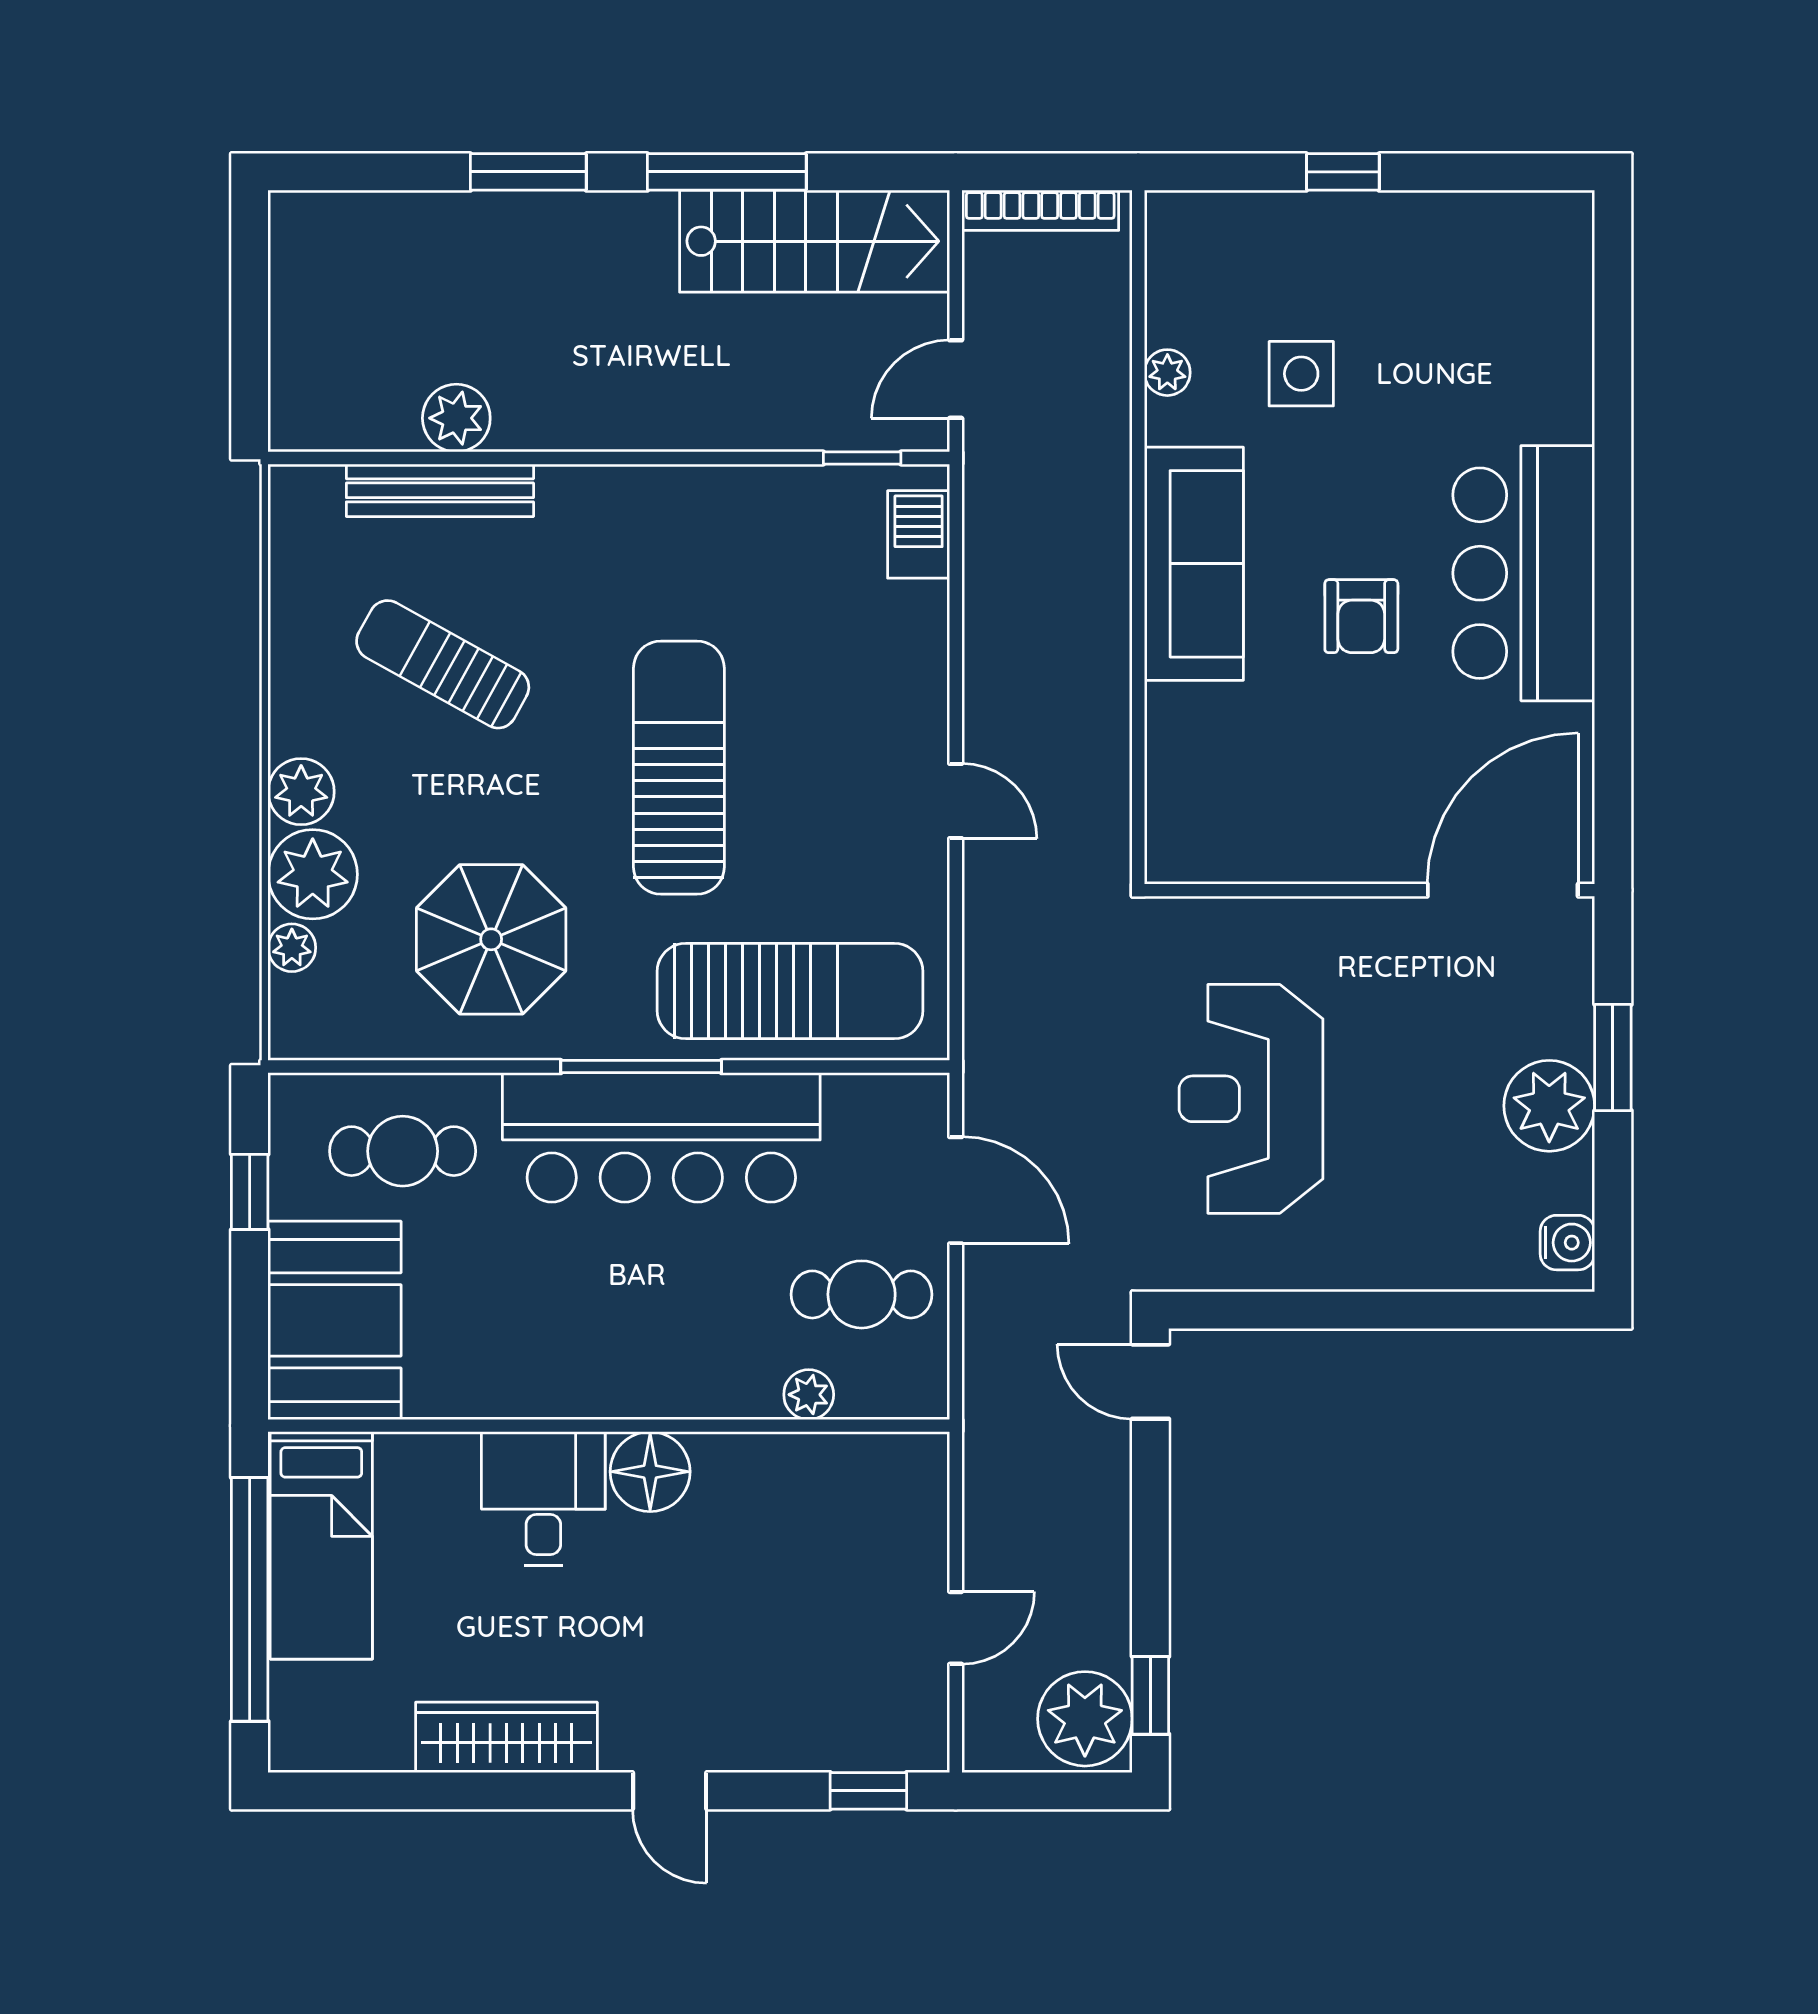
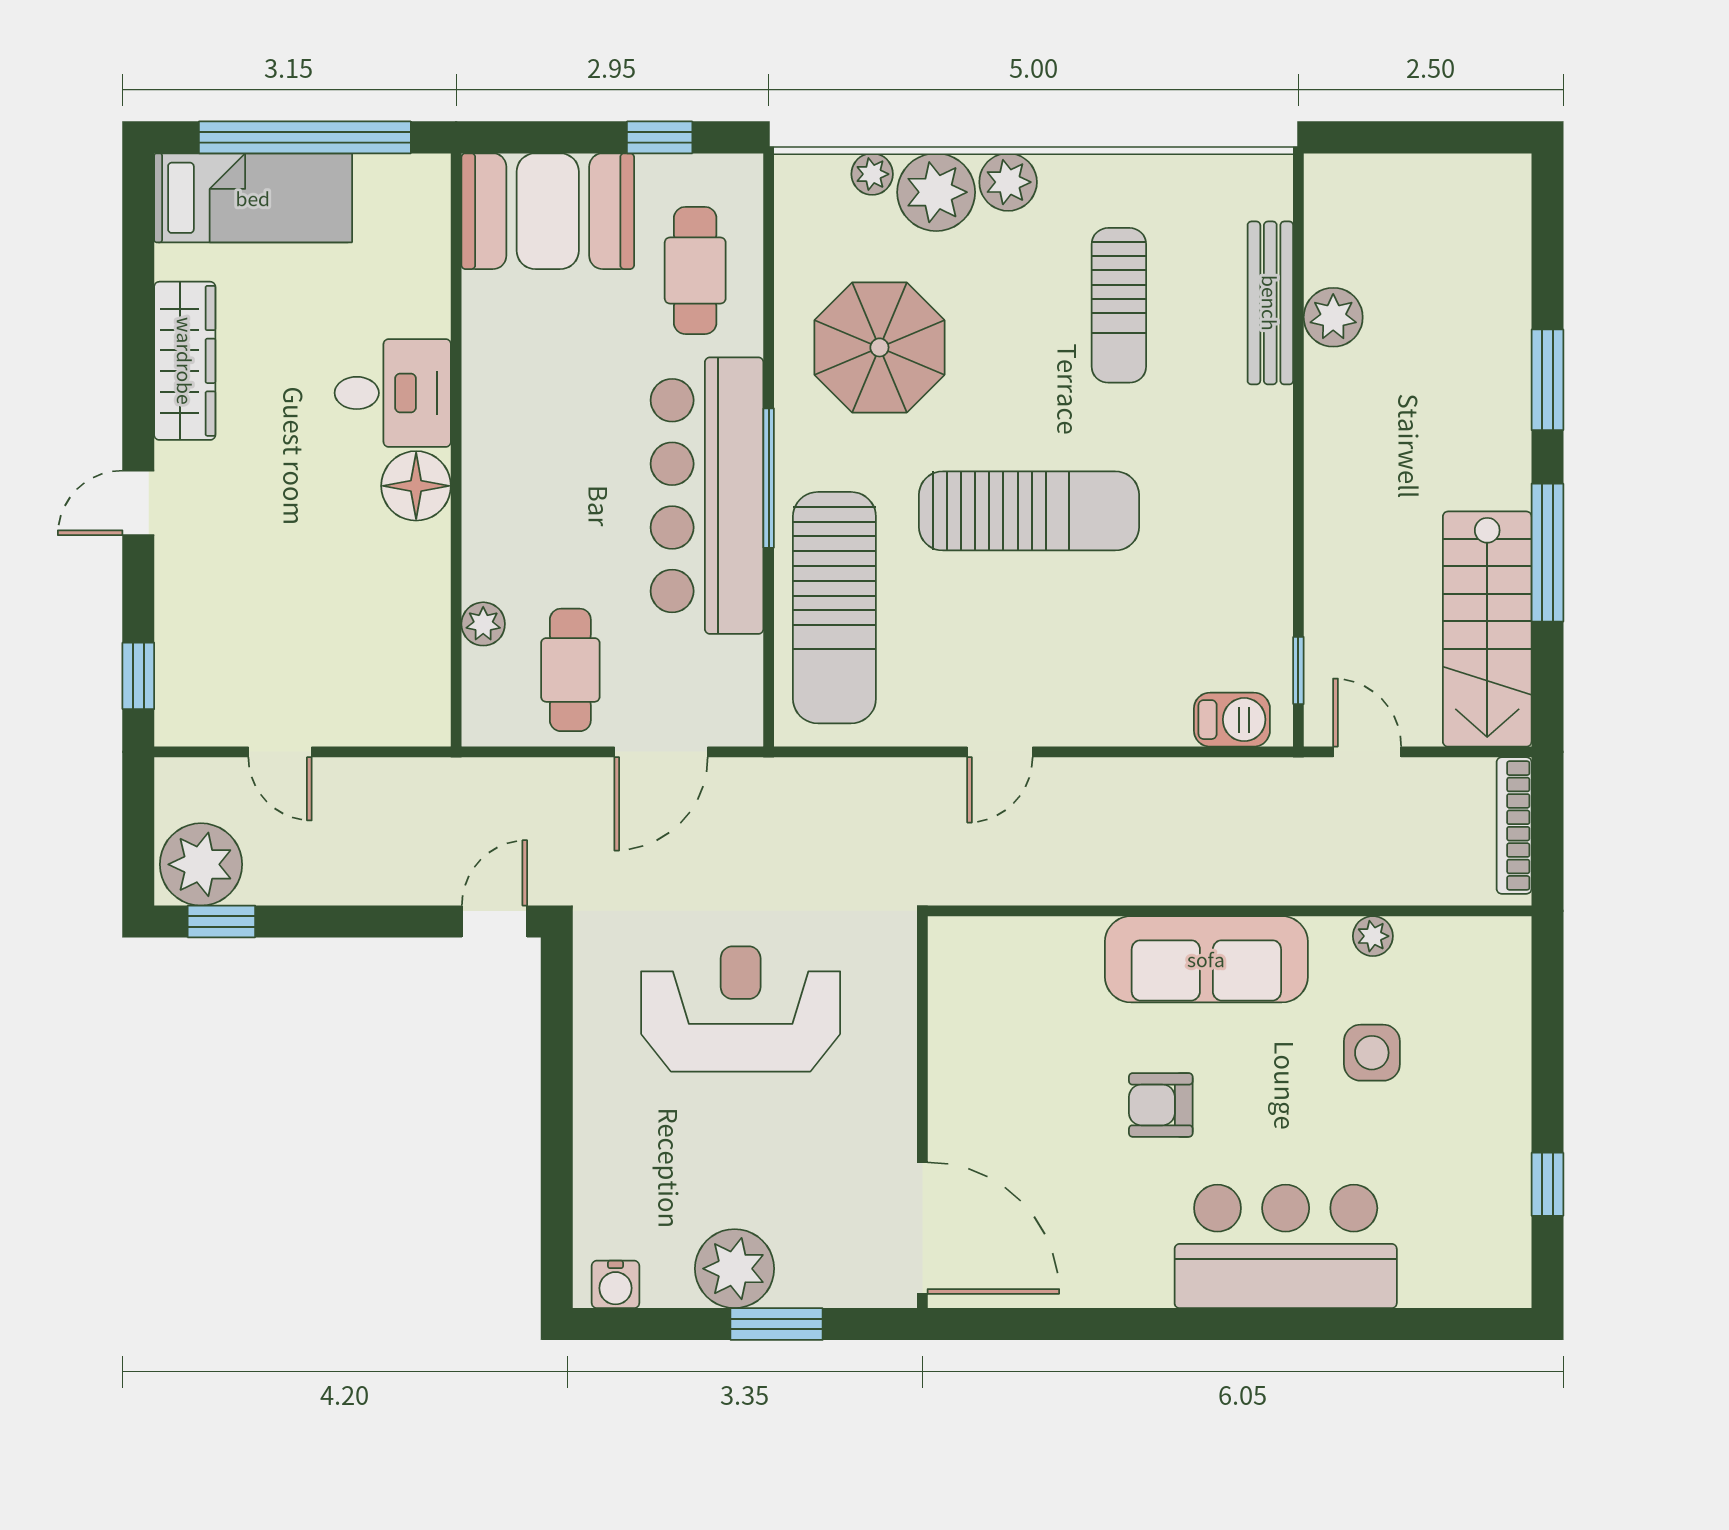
window: (1343, 172) -> (1547, 1184), moved
bar counter: (1524, 573) -> (1286, 1246), moved
sun lounger: (443, 664) -> (1119, 305), turned 151
bed: (321, 1545) -> (253, 198), moved, turned 180

